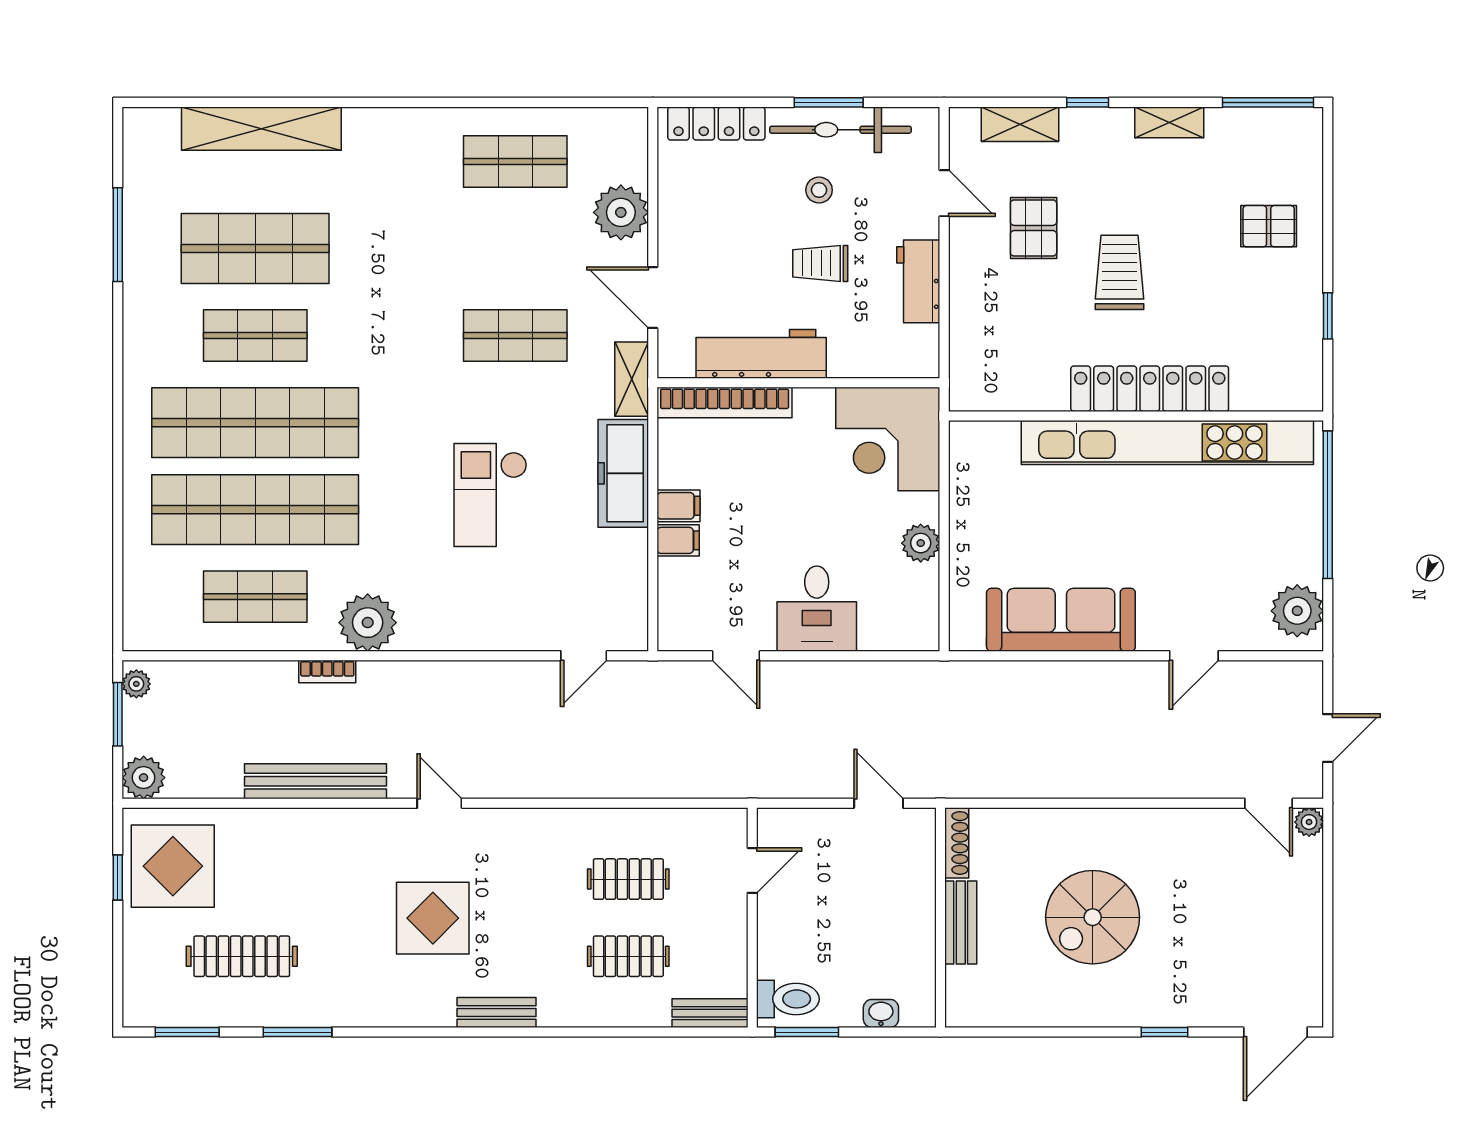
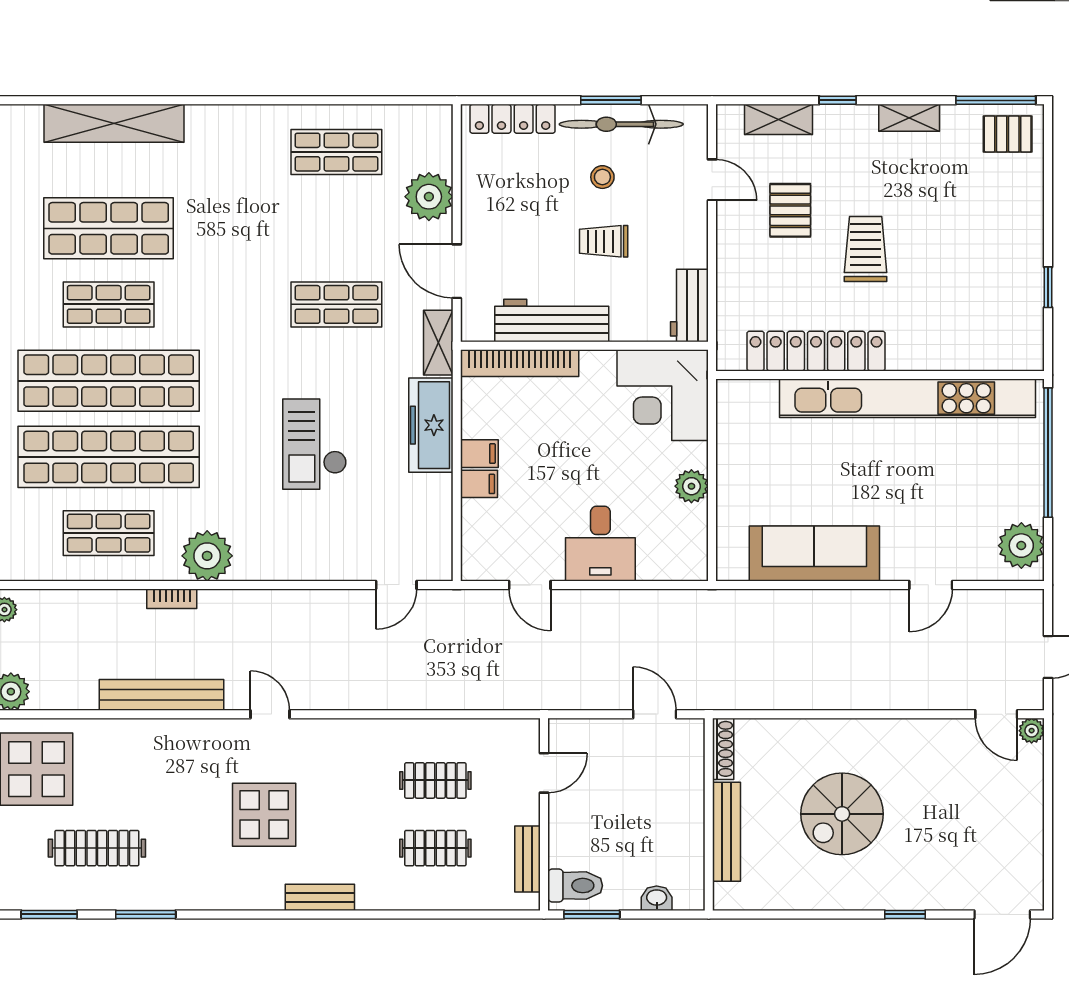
pallet: (1269, 226) -> (1008, 134), moved
workbench: (918, 281) -> (689, 306), moved
locker: (1150, 389) -> (816, 351), moved
bench: (961, 923) -> (727, 832), width x1.36
bench: (710, 1013) -> (527, 859), moved, turned 90

